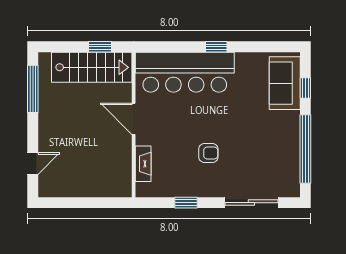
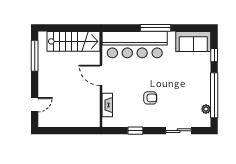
window: (100, 47) -> (79, 28), removed
window: (216, 47) -> (155, 28), width x2.17
sofa: (285, 83) -> (193, 42), moved, turned -90
plant: (293, 170) -> (206, 109), added
sliding door: (251, 203) -> (179, 131), width x0.73

